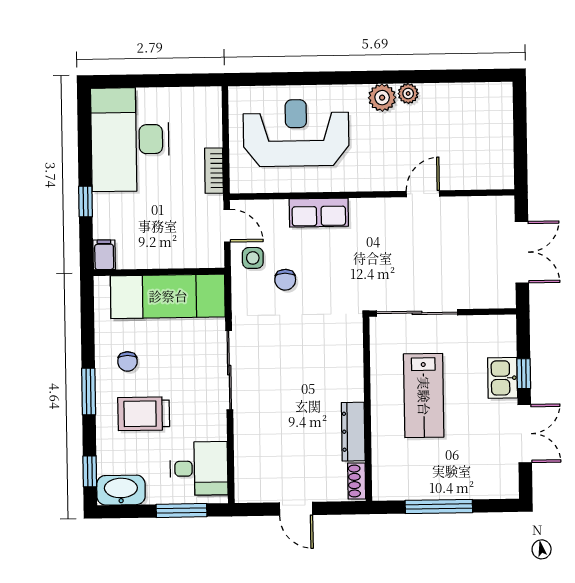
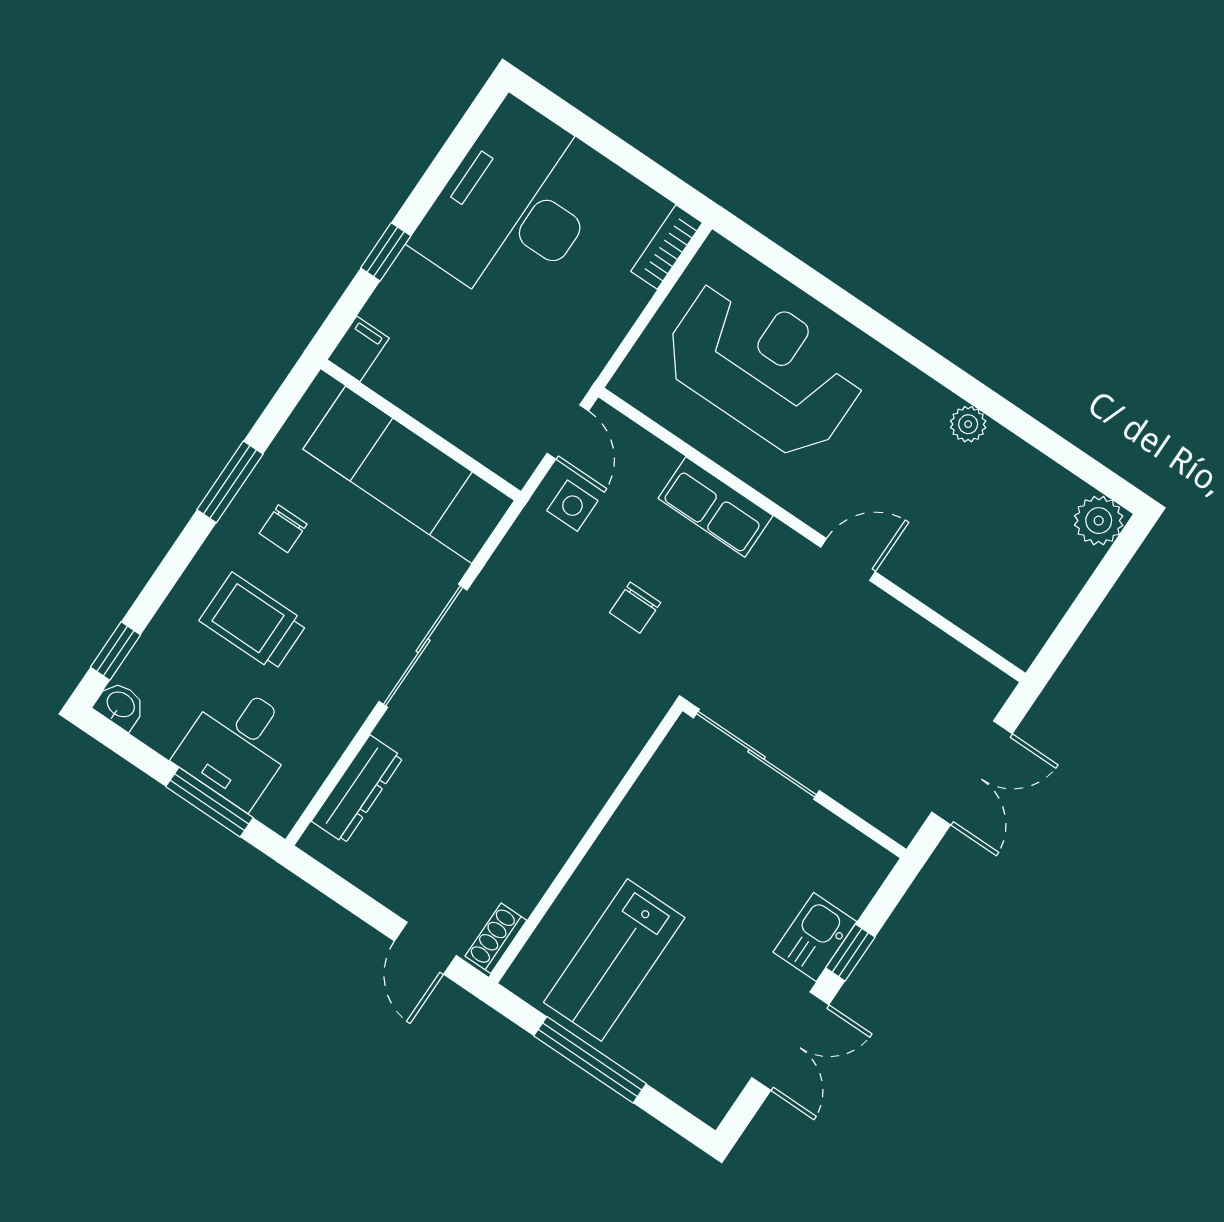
plant: (382, 98) -> (1099, 521), moved
bookcase: (214, 171) -> (667, 247), moved
door: (423, 194) -> (848, 559), moved
chair: (285, 280) -> (635, 608), moved
window: (89, 392) -> (230, 482), moved
lab bench: (424, 396) -> (614, 960), moved
dresser: (353, 432) -> (357, 789), moved, turned 180
desk: (199, 468) -> (237, 745), moved, turned 90
washbasin: (121, 490) -> (120, 705), width x0.52, depth x0.69
door: (296, 509) -> (425, 948), moved

